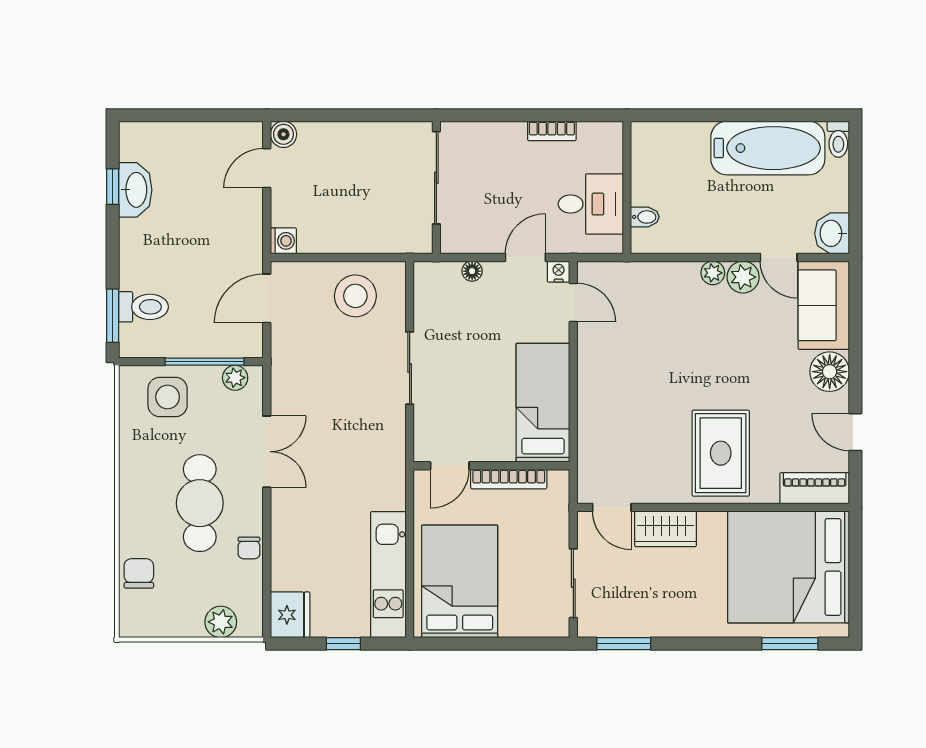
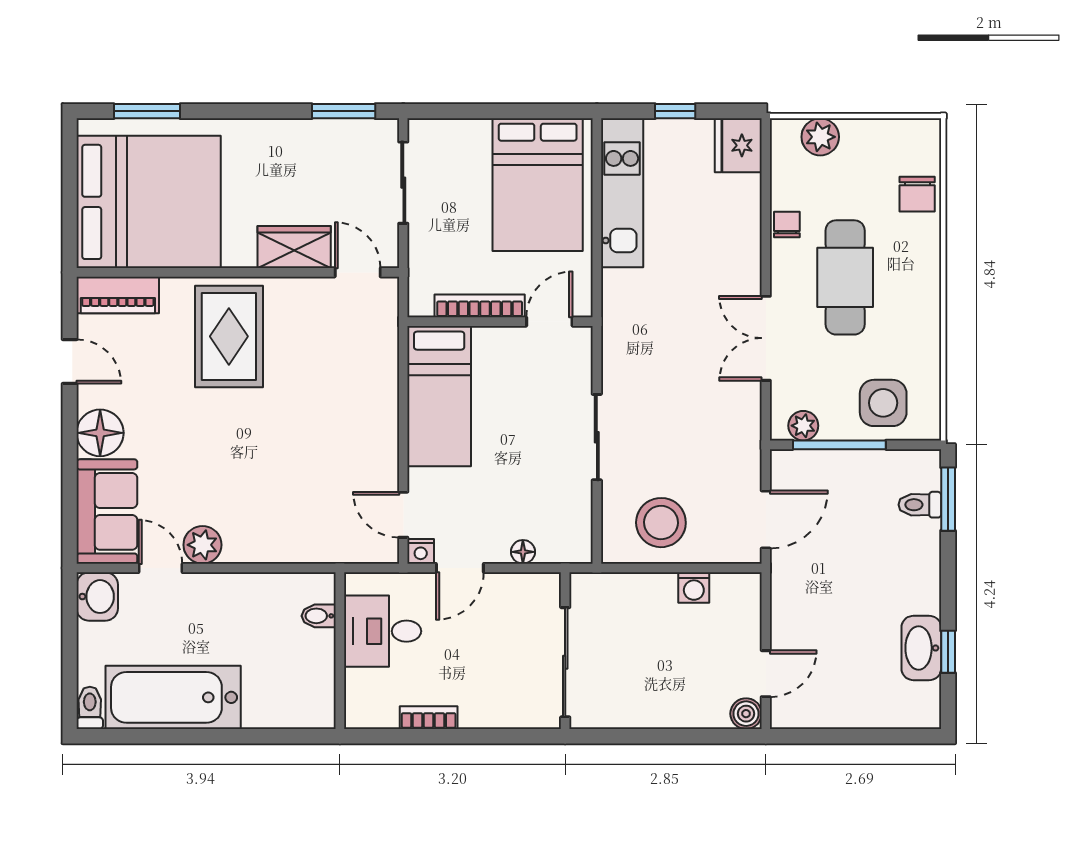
washing machine: (283, 241) -> (694, 588), moved, turned -90
plant: (713, 273) -> (238, 550), removed
toilet: (143, 307) -> (920, 505), width x0.73, depth x0.72

